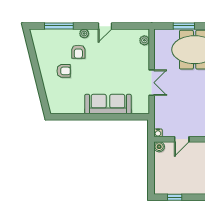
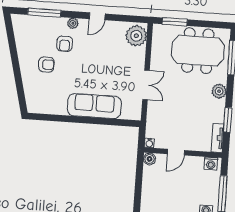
window: (184, 26) -> (175, 22), moved
plant: (144, 40) -> (136, 36), width x1.87, depth x1.87

